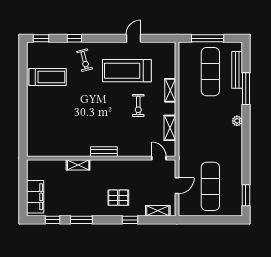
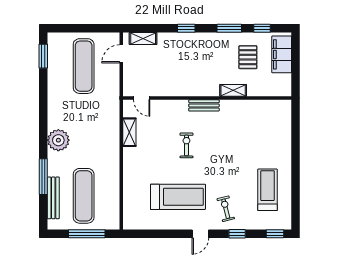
door: (133, 38) -> (200, 234), moved
treadmill: (48, 77) -> (268, 190), turned 90
shelving: (170, 90) -> (129, 175), removed
exercise bike: (138, 106) -> (186, 145), moved
plant: (237, 121) -> (58, 140), width x1.88, depth x1.88
door: (177, 186) -> (121, 54), moved
pallet: (118, 198) -> (248, 57), moved, turned 90
window: (130, 220) -> (186, 28), moved

